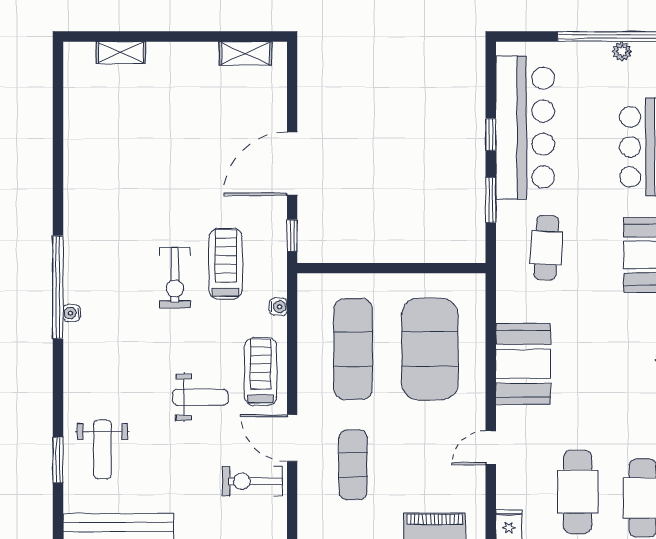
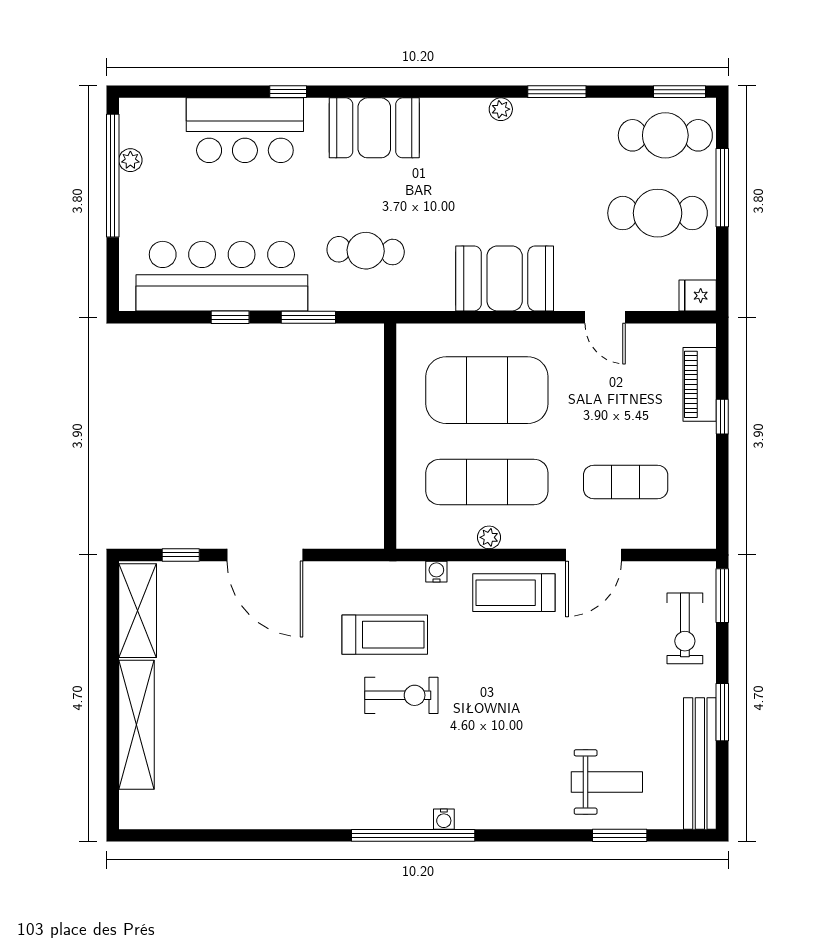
shelving: (121, 53) -> (136, 725), width x2.20, depth x1.33
shelving: (246, 53) -> (138, 611), width x1.50, depth x1.33
window: (292, 236) -> (181, 555), moved
treadmill: (226, 264) -> (385, 635), turned 180
plant: (307, 351) -> (489, 537), added
weight bench: (200, 397) -> (545, 665), removed
exercise bike: (252, 481) -> (685, 628), moved

